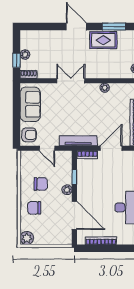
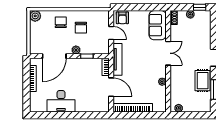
window: (17, 60) -> (200, 7), moved
sofa: (30, 104) -> (158, 25), moved, turned 90
door: (47, 148) -> (111, 33), swing flipped

